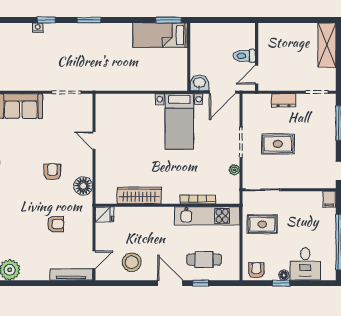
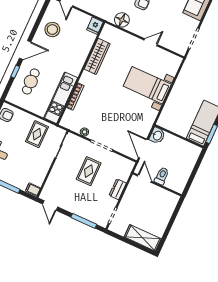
bed with nightstands: (179, 121) -> (147, 85), moved

